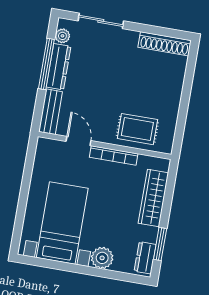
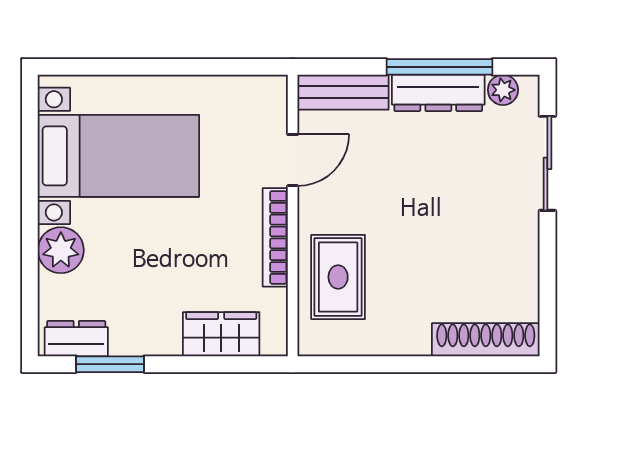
shoe rack: (165, 44) -> (486, 340), moved, turned 90
wardrobe: (153, 198) -> (221, 334), width x0.67

